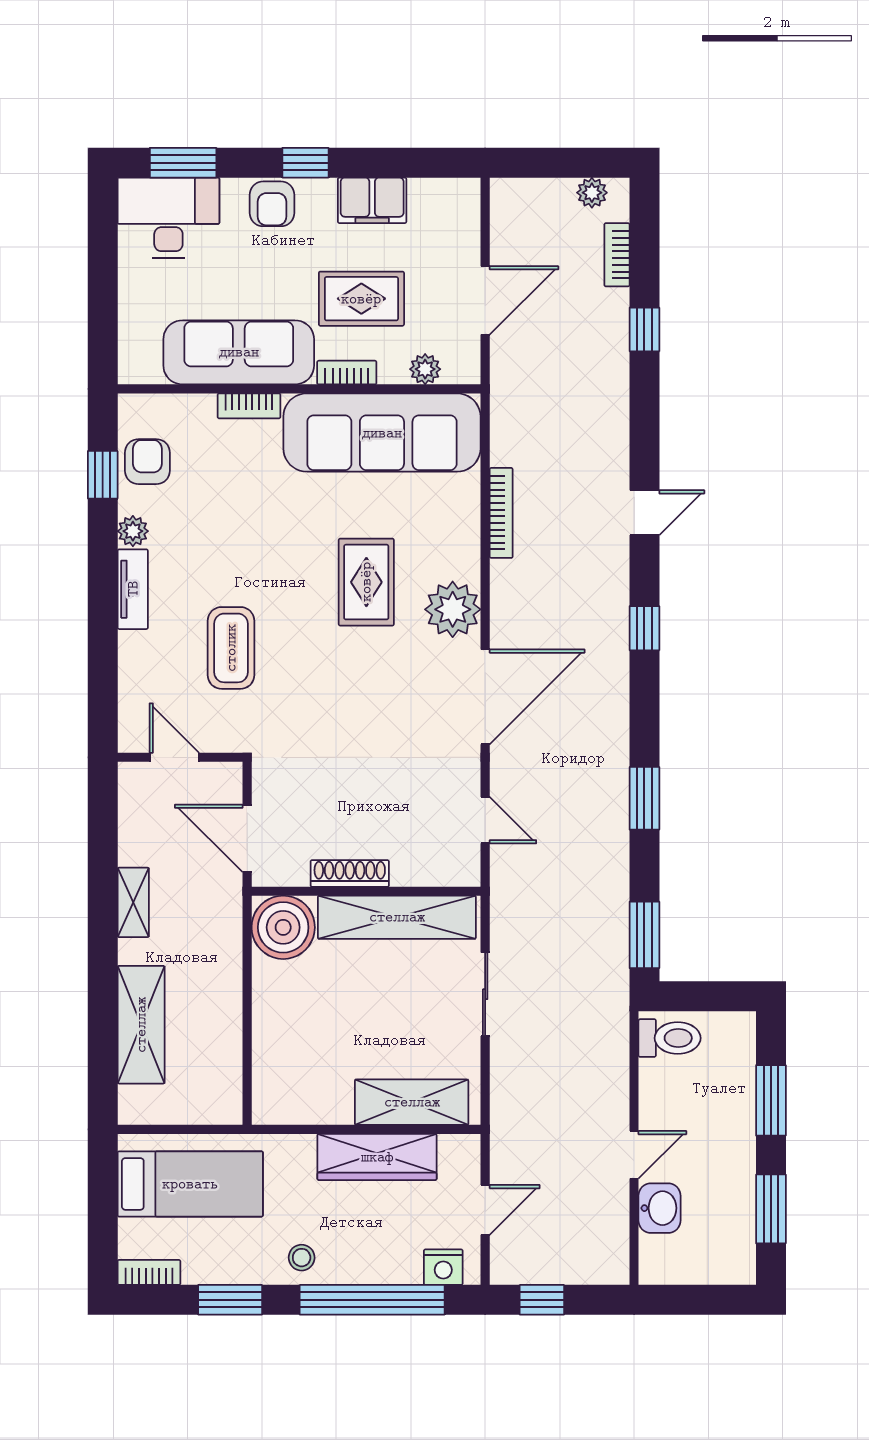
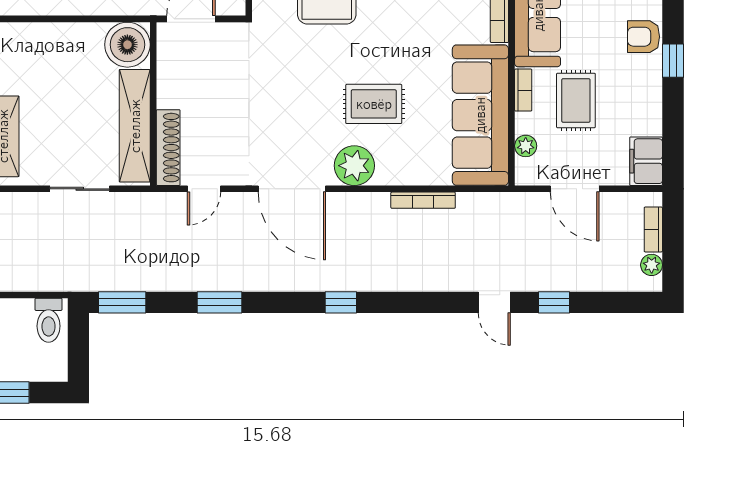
filing cabinet: (372, 200) -> (646, 161), moved
bookcase: (617, 255) -> (653, 229), moved, turned -90
door: (644, 513) -> (494, 302), moved
shoe rack: (350, 873) -> (168, 148), moved, width x1.36, depth x1.24

